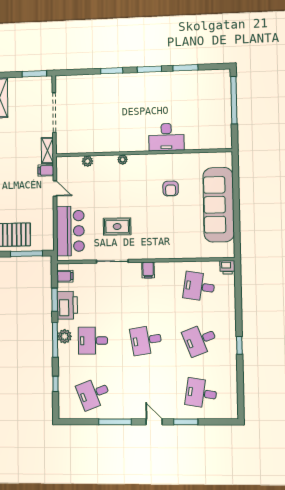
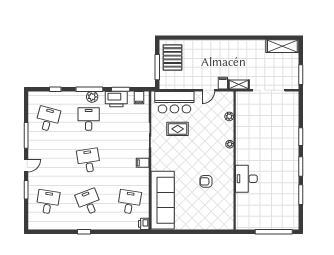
sofa: (219, 205) -> (163, 200), moved, turned 90
rug: (117, 226) -> (178, 129), moved, turned 90
desk: (94, 393) -> (48, 119), turned 36

